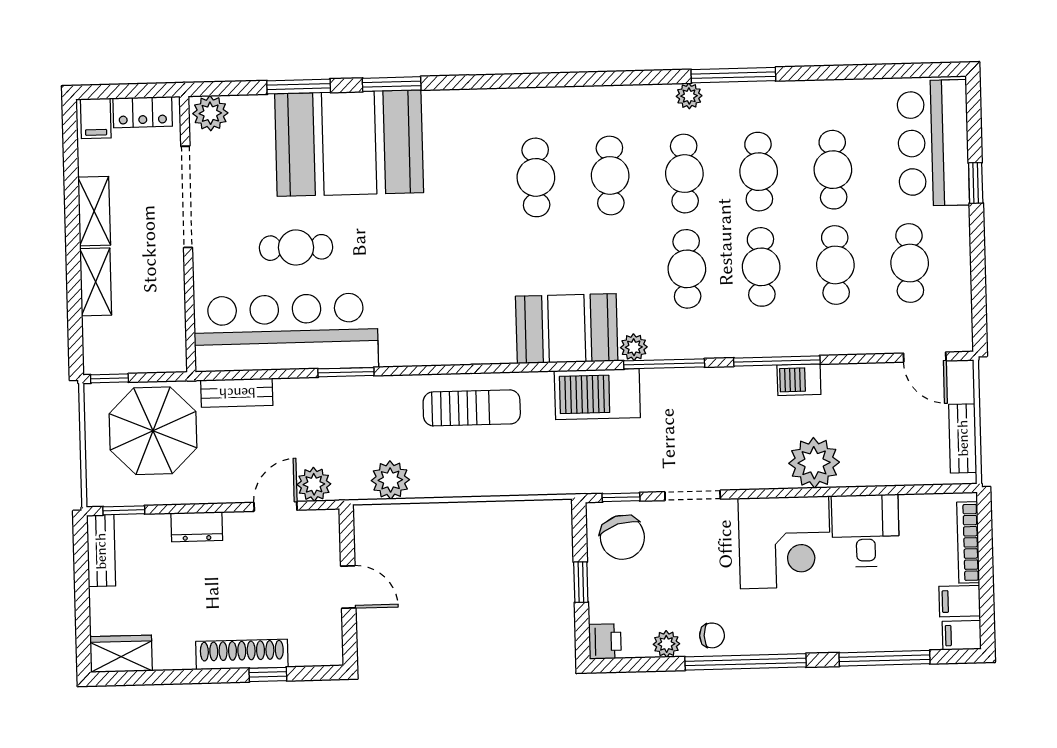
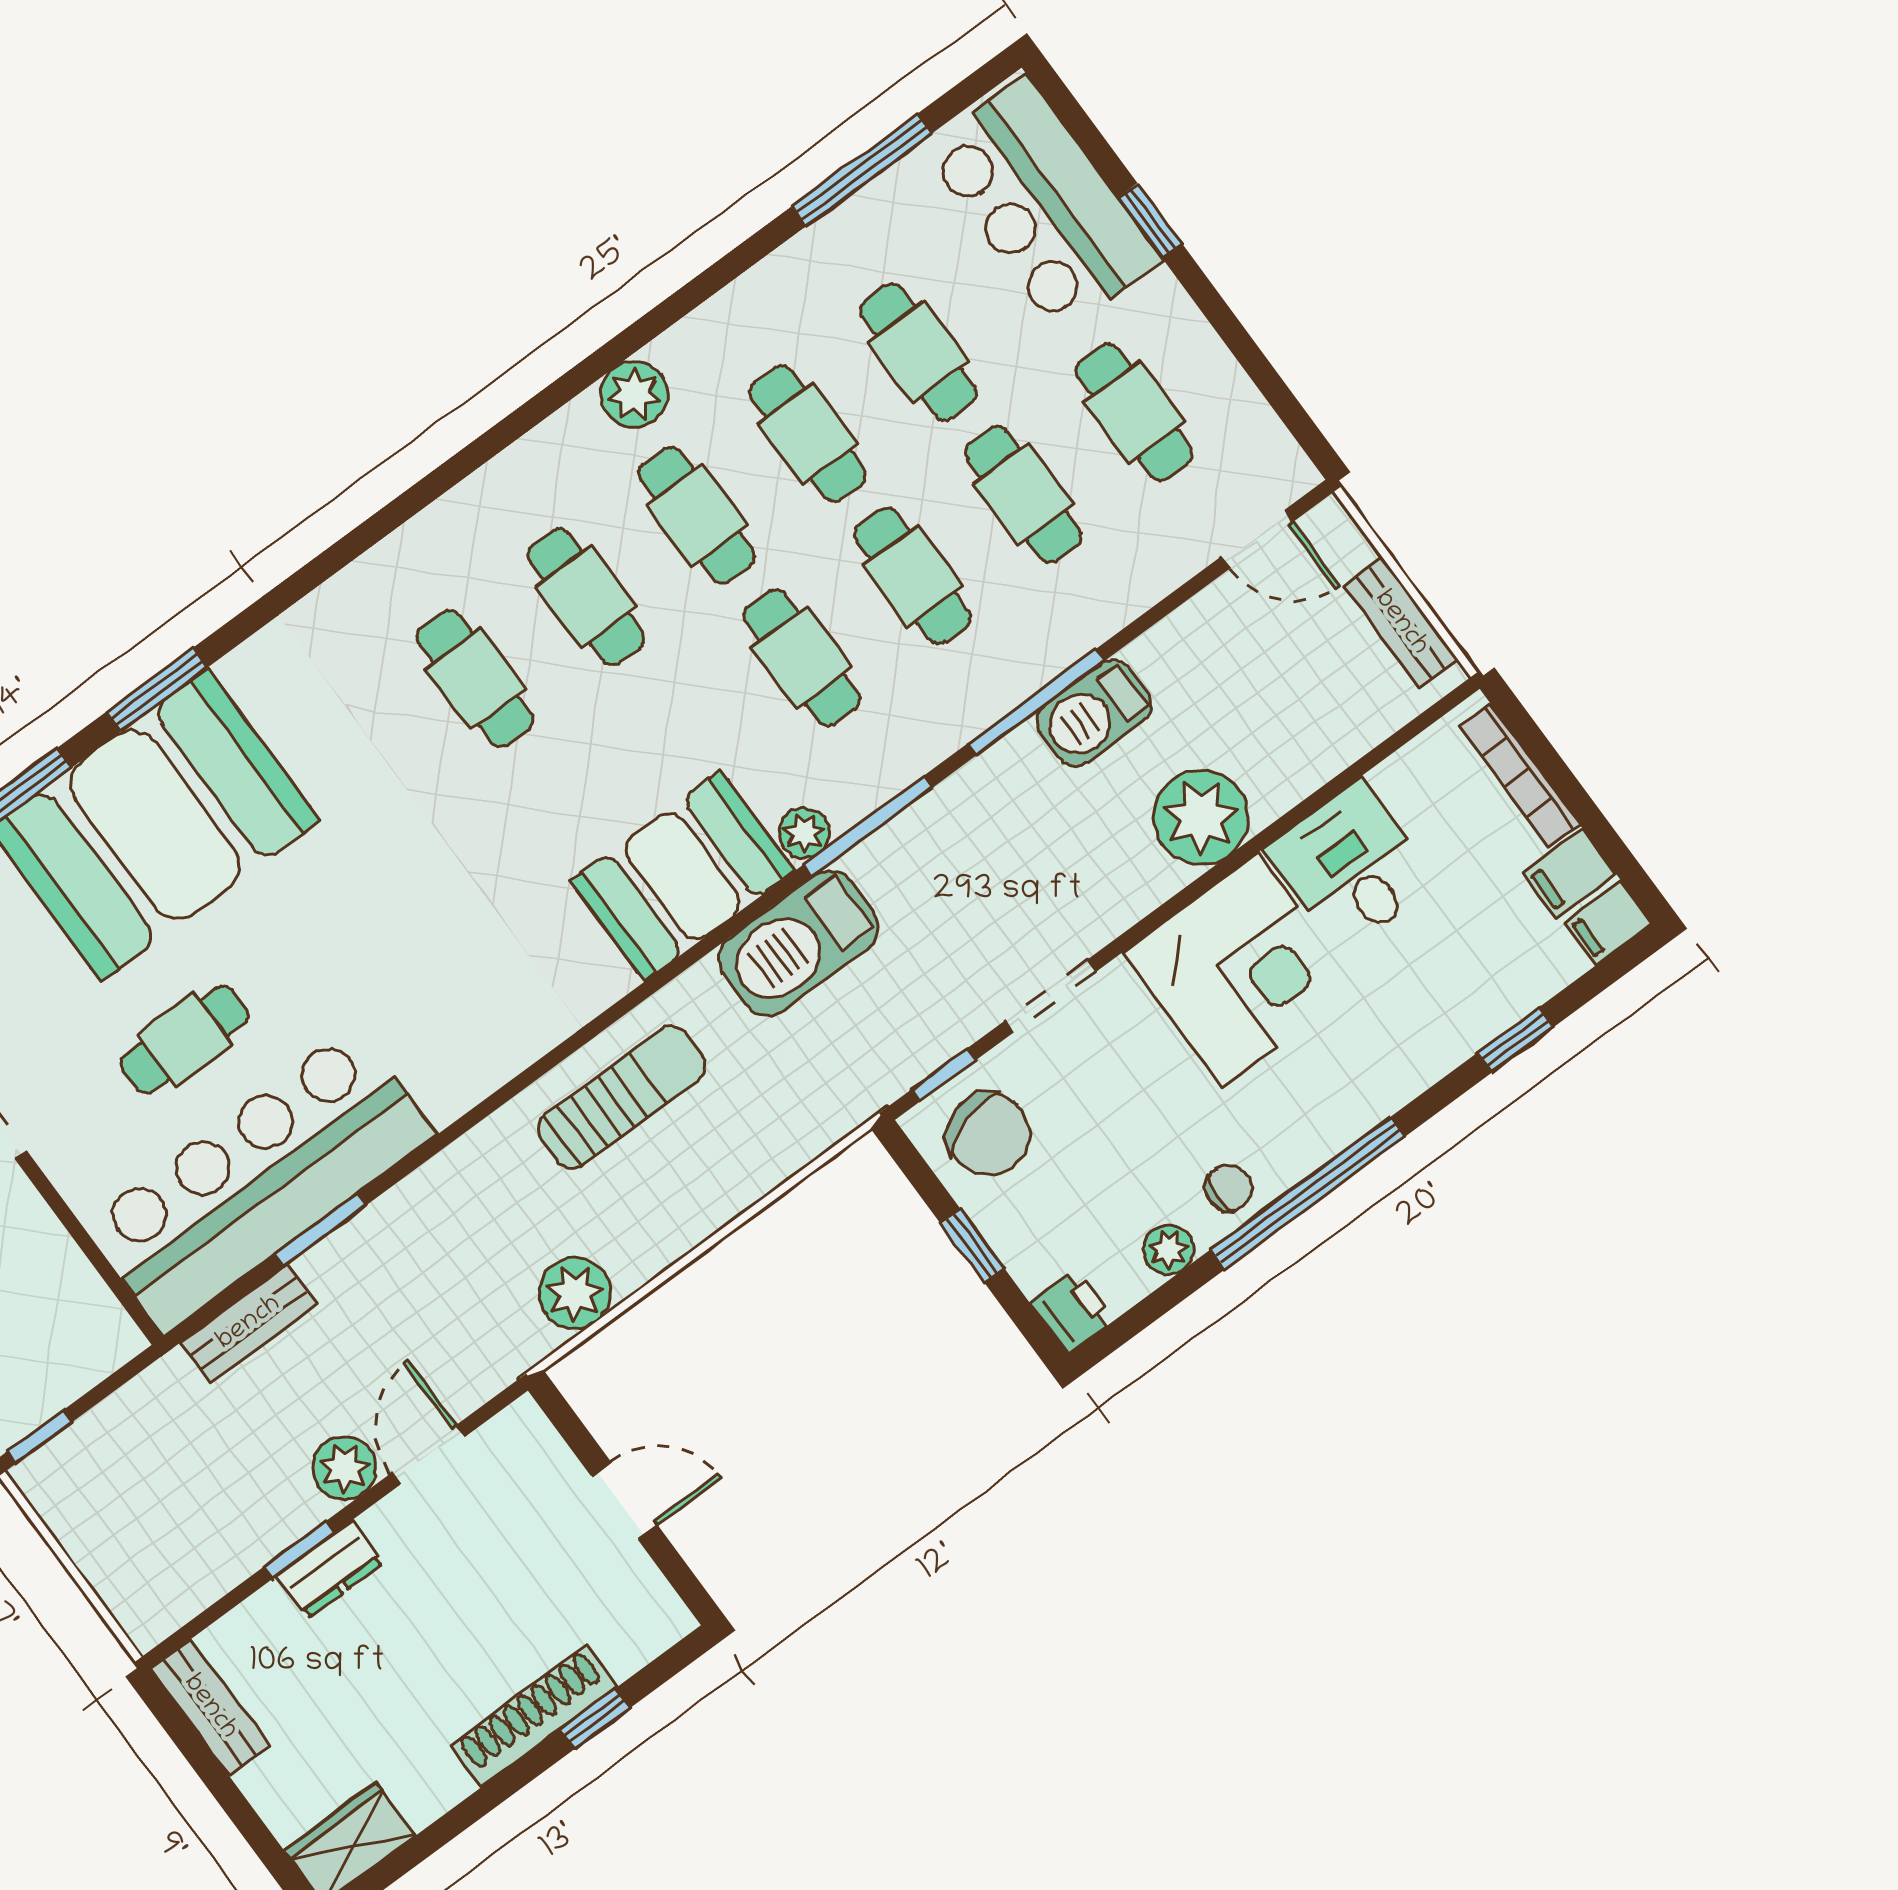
window: (733, 75) -> (862, 170), moved
plant: (689, 96) -> (634, 394), width x1.38, depth x1.38
window: (346, 372) -> (320, 1230), moved
barbecue: (799, 380) -> (1094, 713), width x1.38, depth x1.27
parasol: (153, 431) -> (162, 1470), removed
plant: (314, 484) -> (344, 1468), moved
window: (124, 510) -> (299, 1550), moved
window: (885, 658) -> (1515, 1040), width x0.46

